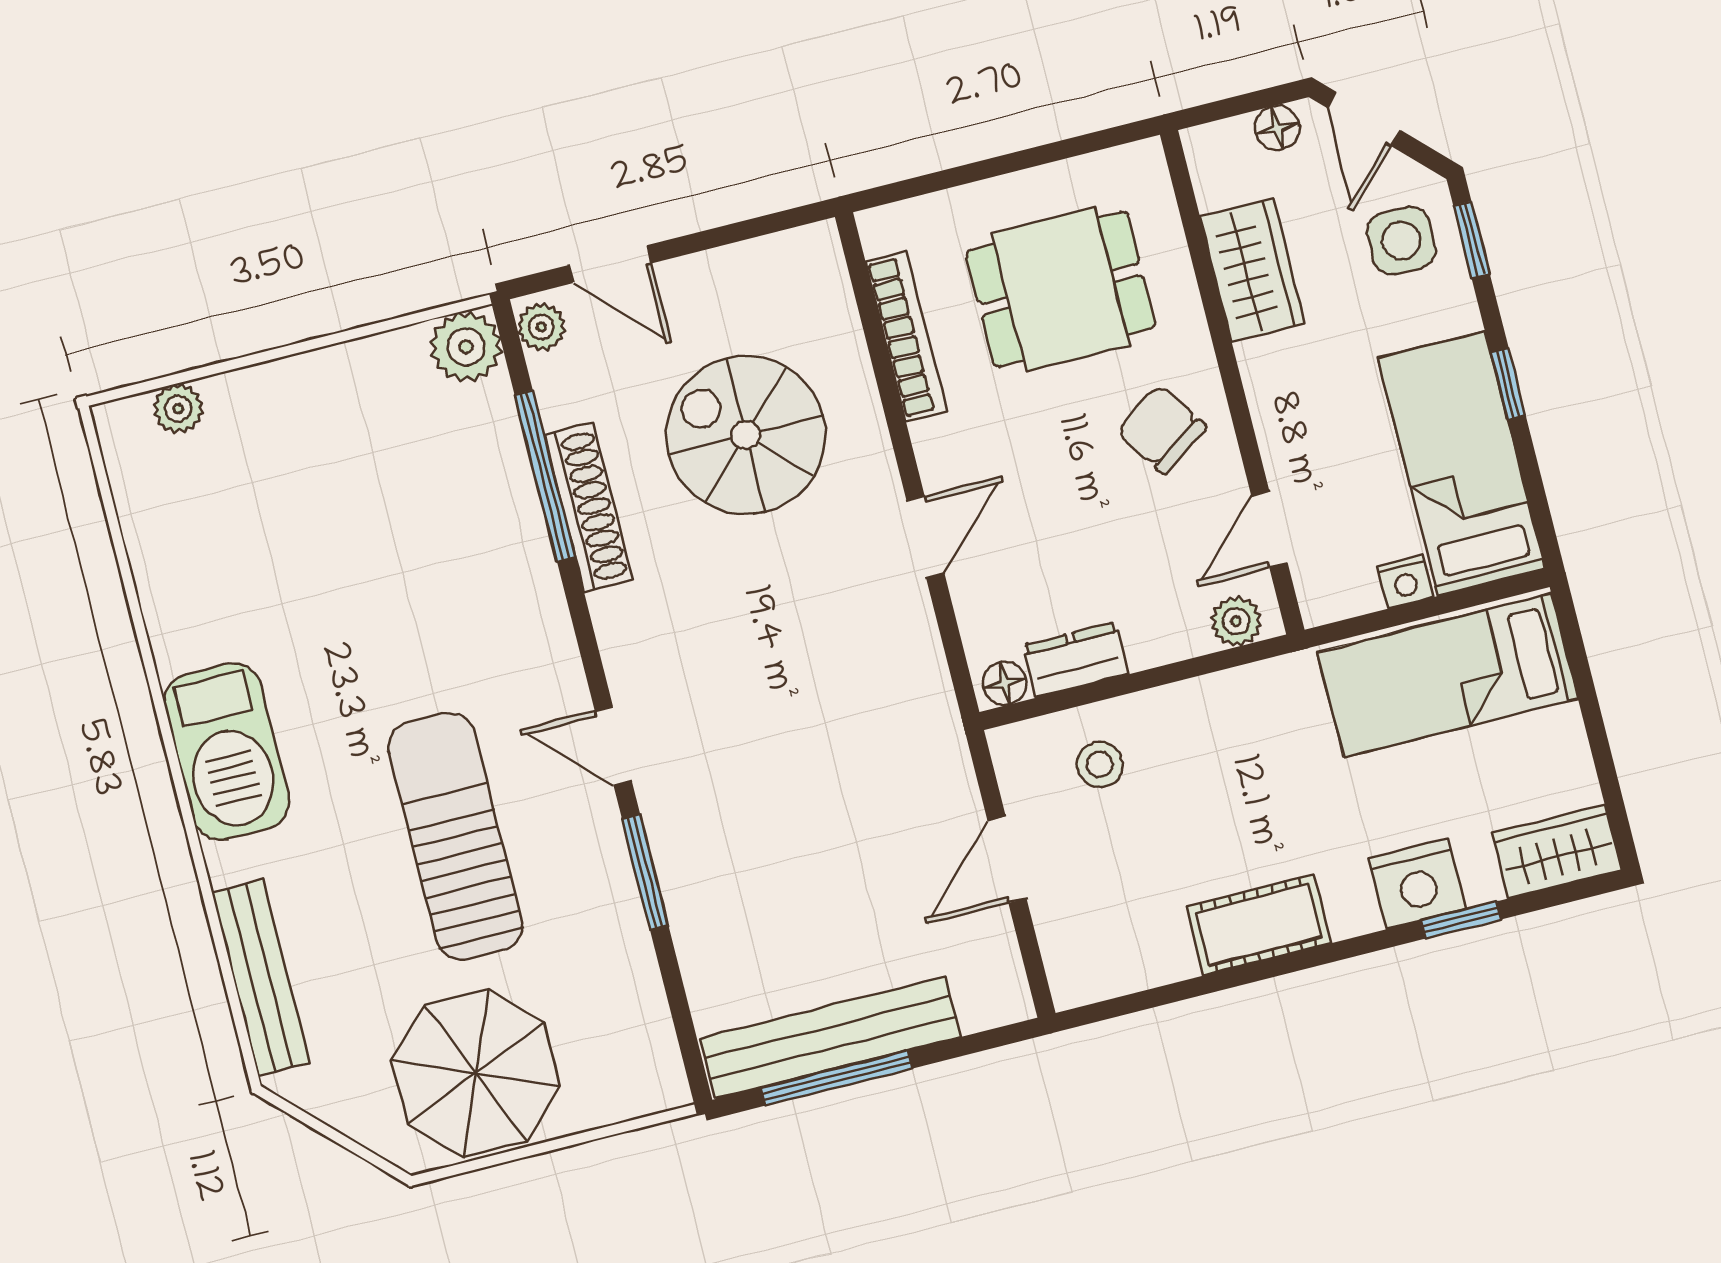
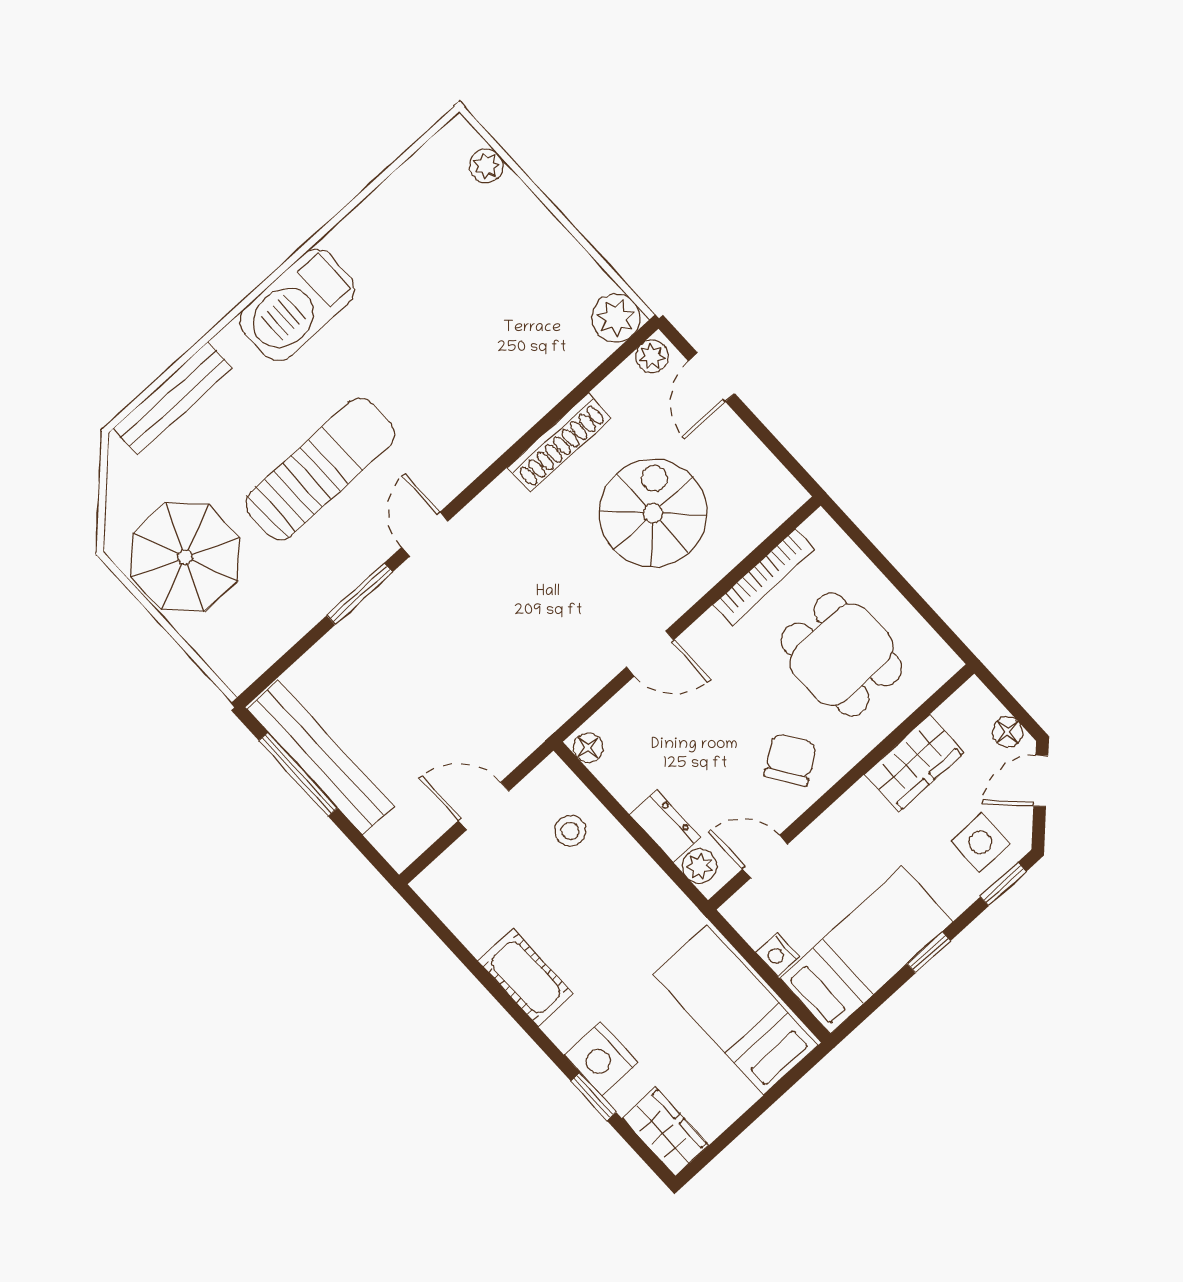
window: (545, 476) -> (564, 406), removed
dresser: (1076, 660) -> (665, 826), moved

